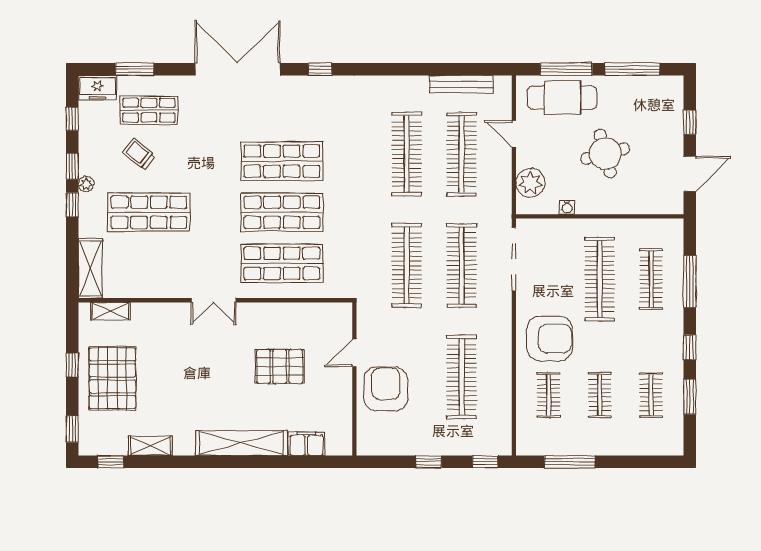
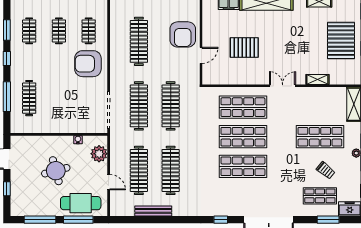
bench: (461, 84) -> (153, 211), moved
clothes rail: (600, 279) -> (59, 98), removed
shelving: (111, 311) -> (317, 79), moved

